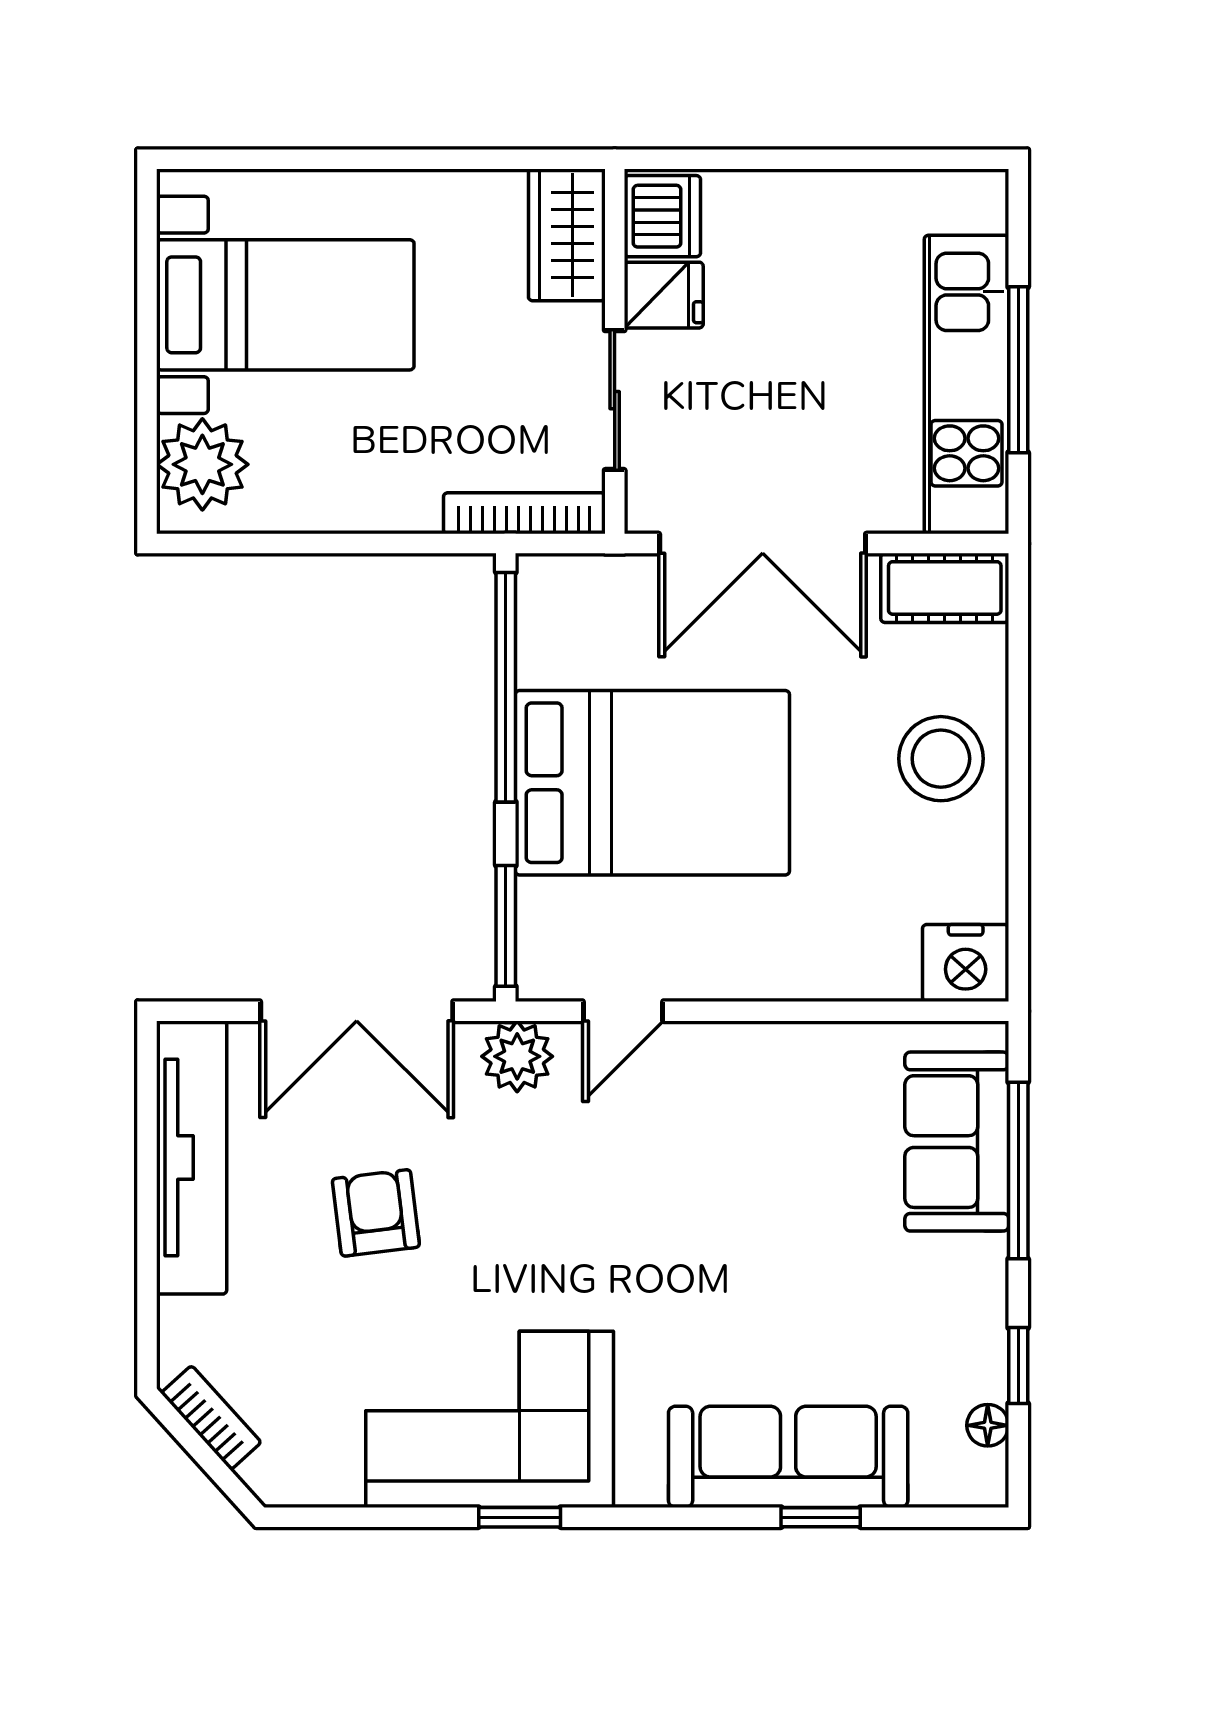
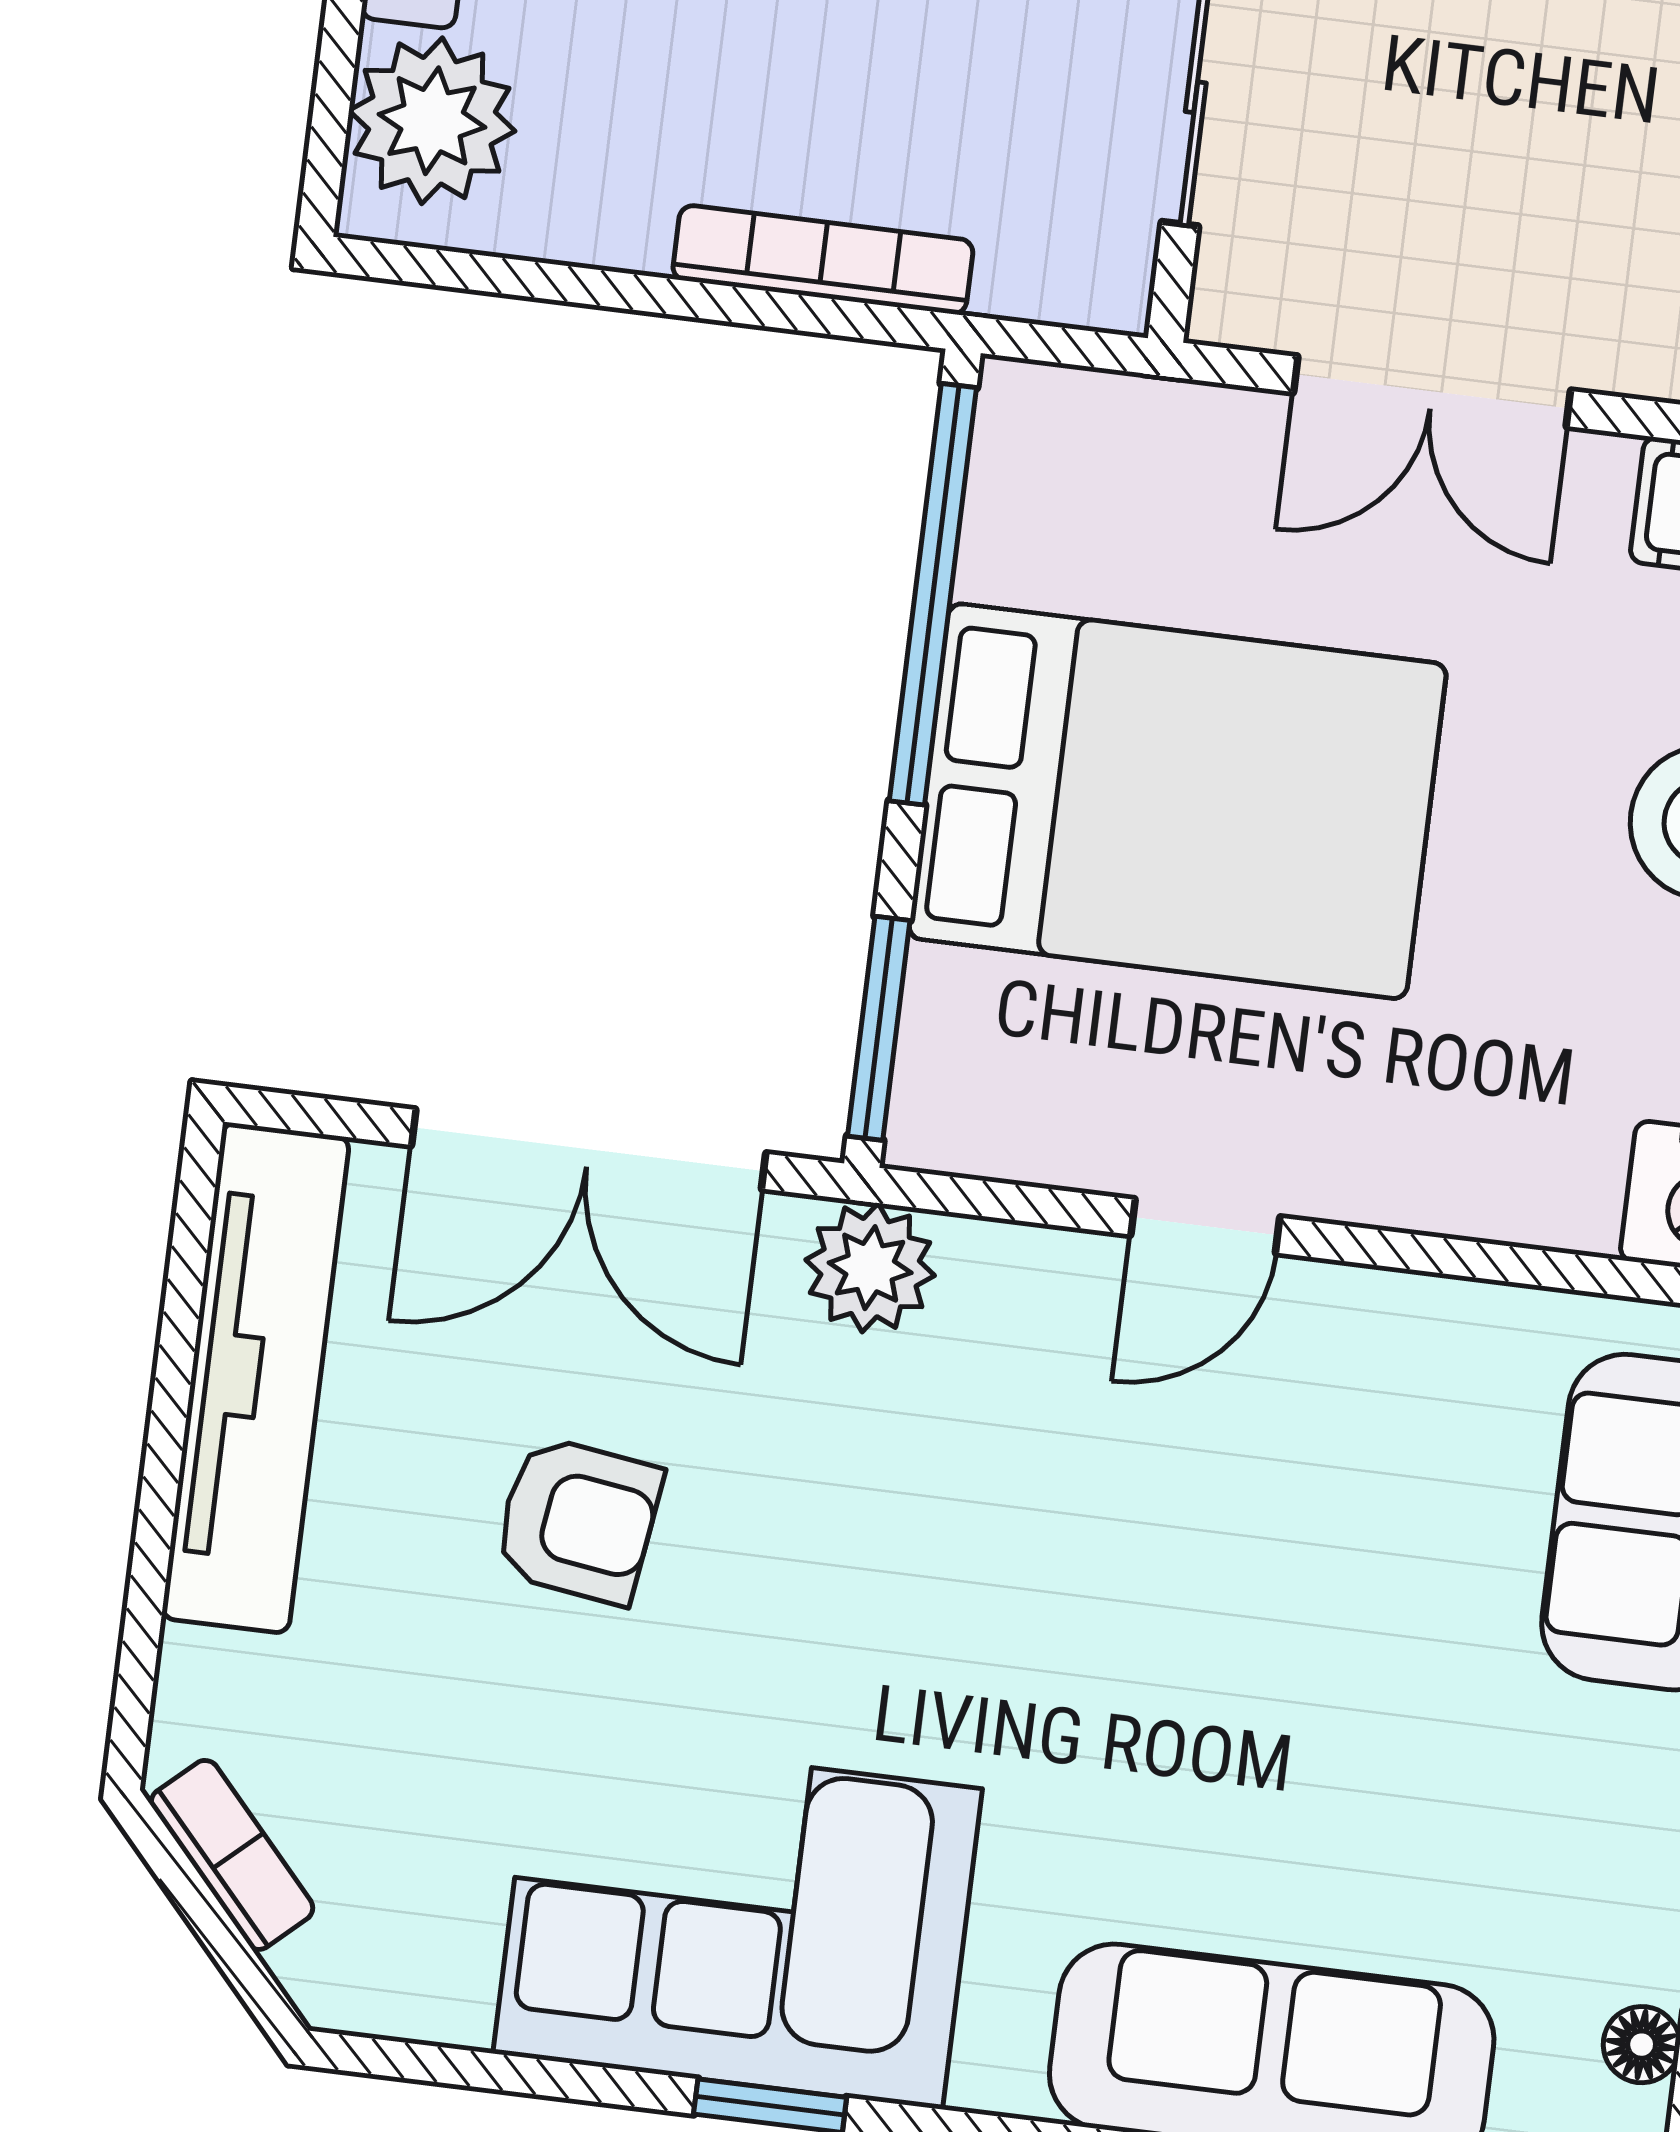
bookcase: (524, 513) -> (823, 260), moved
double door: (763, 544) -> (1432, 391), width x0.73
door: (623, 1011) -> (1205, 1226), moved
armchair: (376, 1213) -> (578, 1520), turned 105

